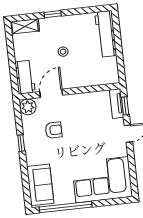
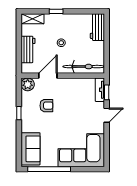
workbench: (106, 34) -> (97, 27), width x0.73
workbench: (25, 77) -> (28, 49), moved
bicycle: (94, 78) -> (84, 67), added

